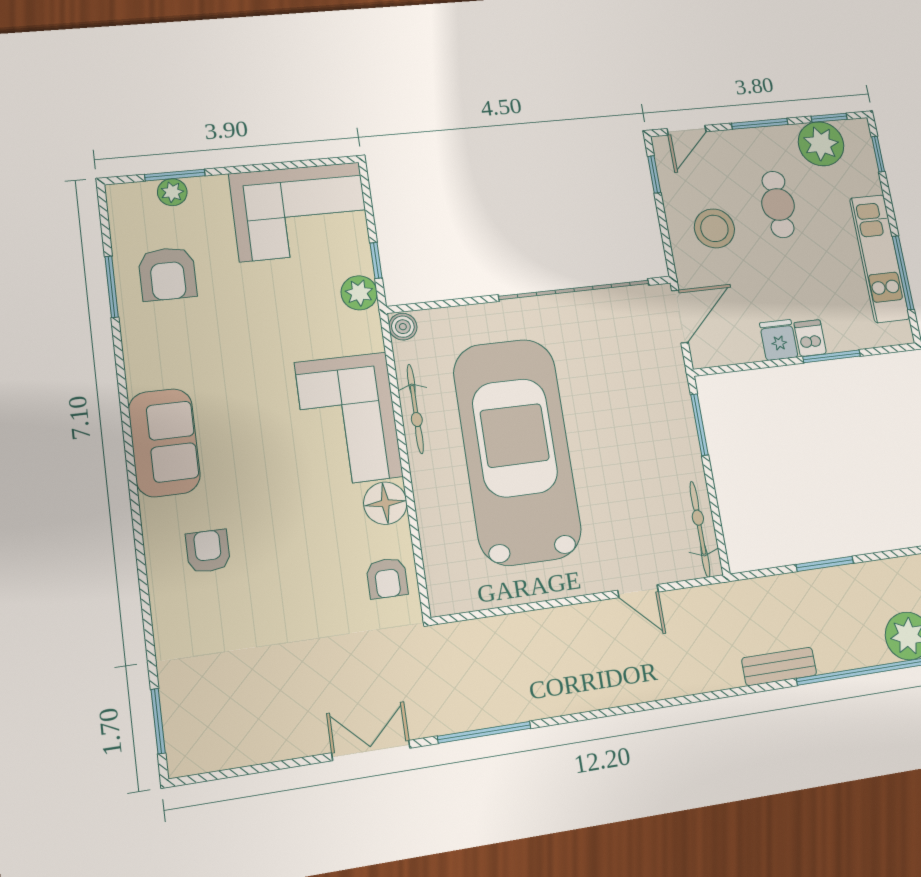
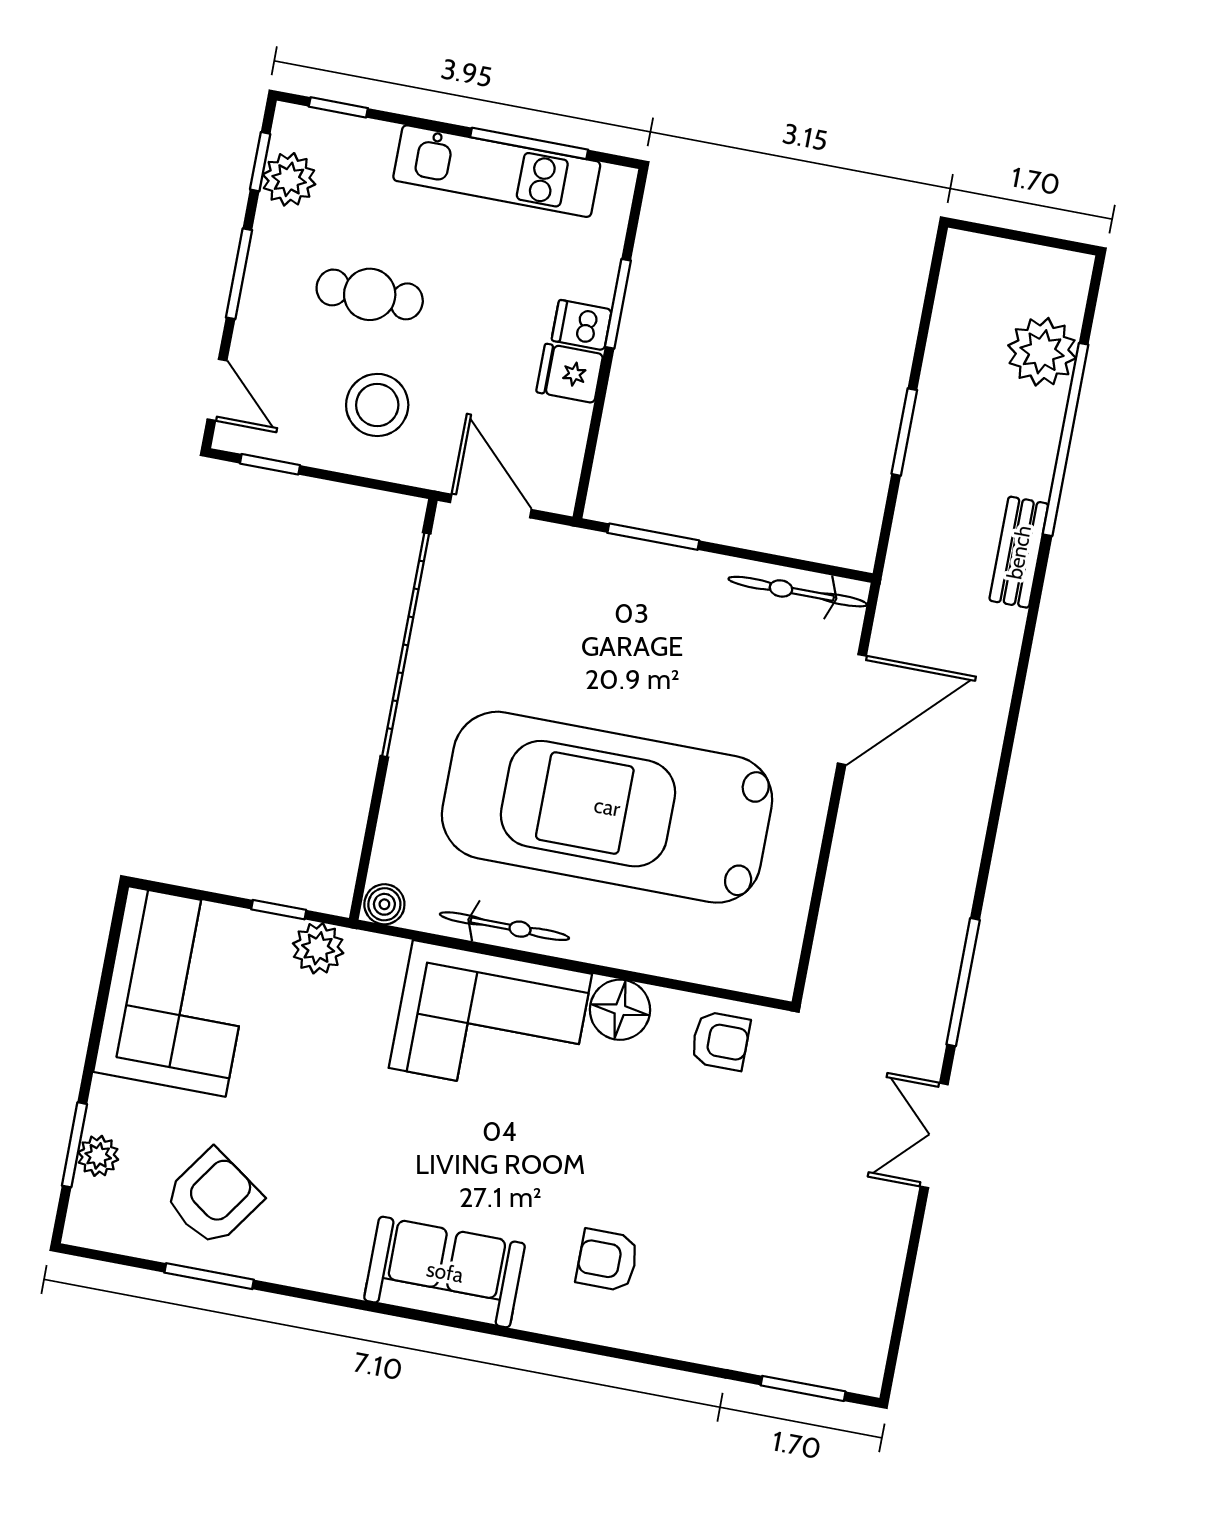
plant: (821, 144) -> (289, 179), width x0.73, depth x0.73
armchair: (167, 274) -> (213, 1198), turned -55
door: (638, 591) -> (852, 710), width x1.87

